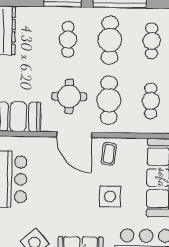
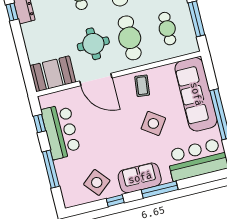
door: (74, 135) -> (96, 80), moved
side table: (110, 196) -> (153, 123), turned 35

